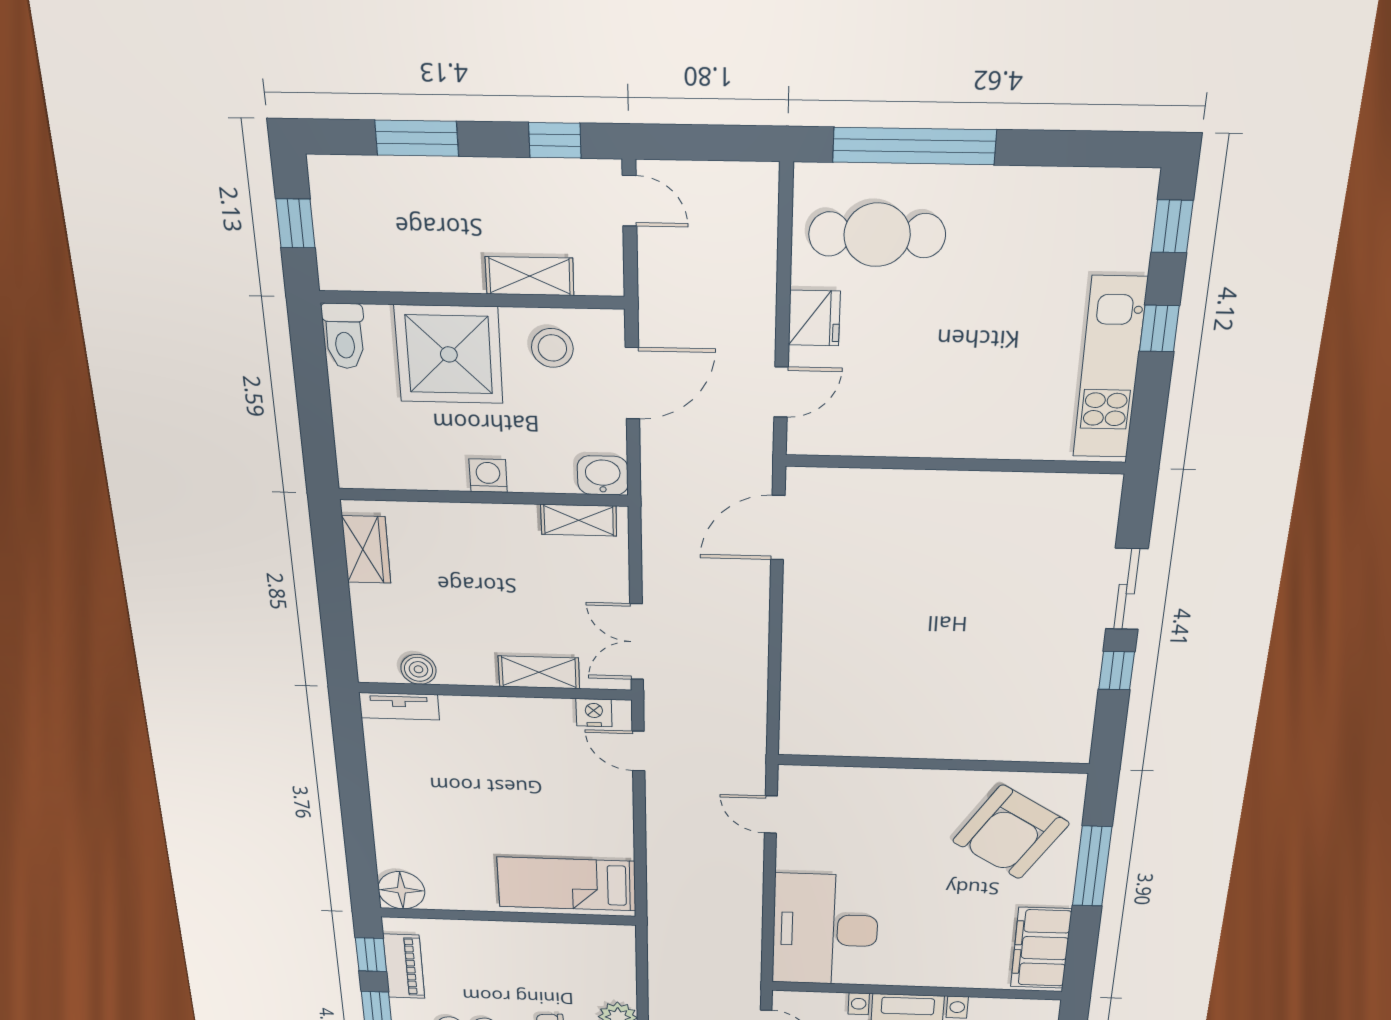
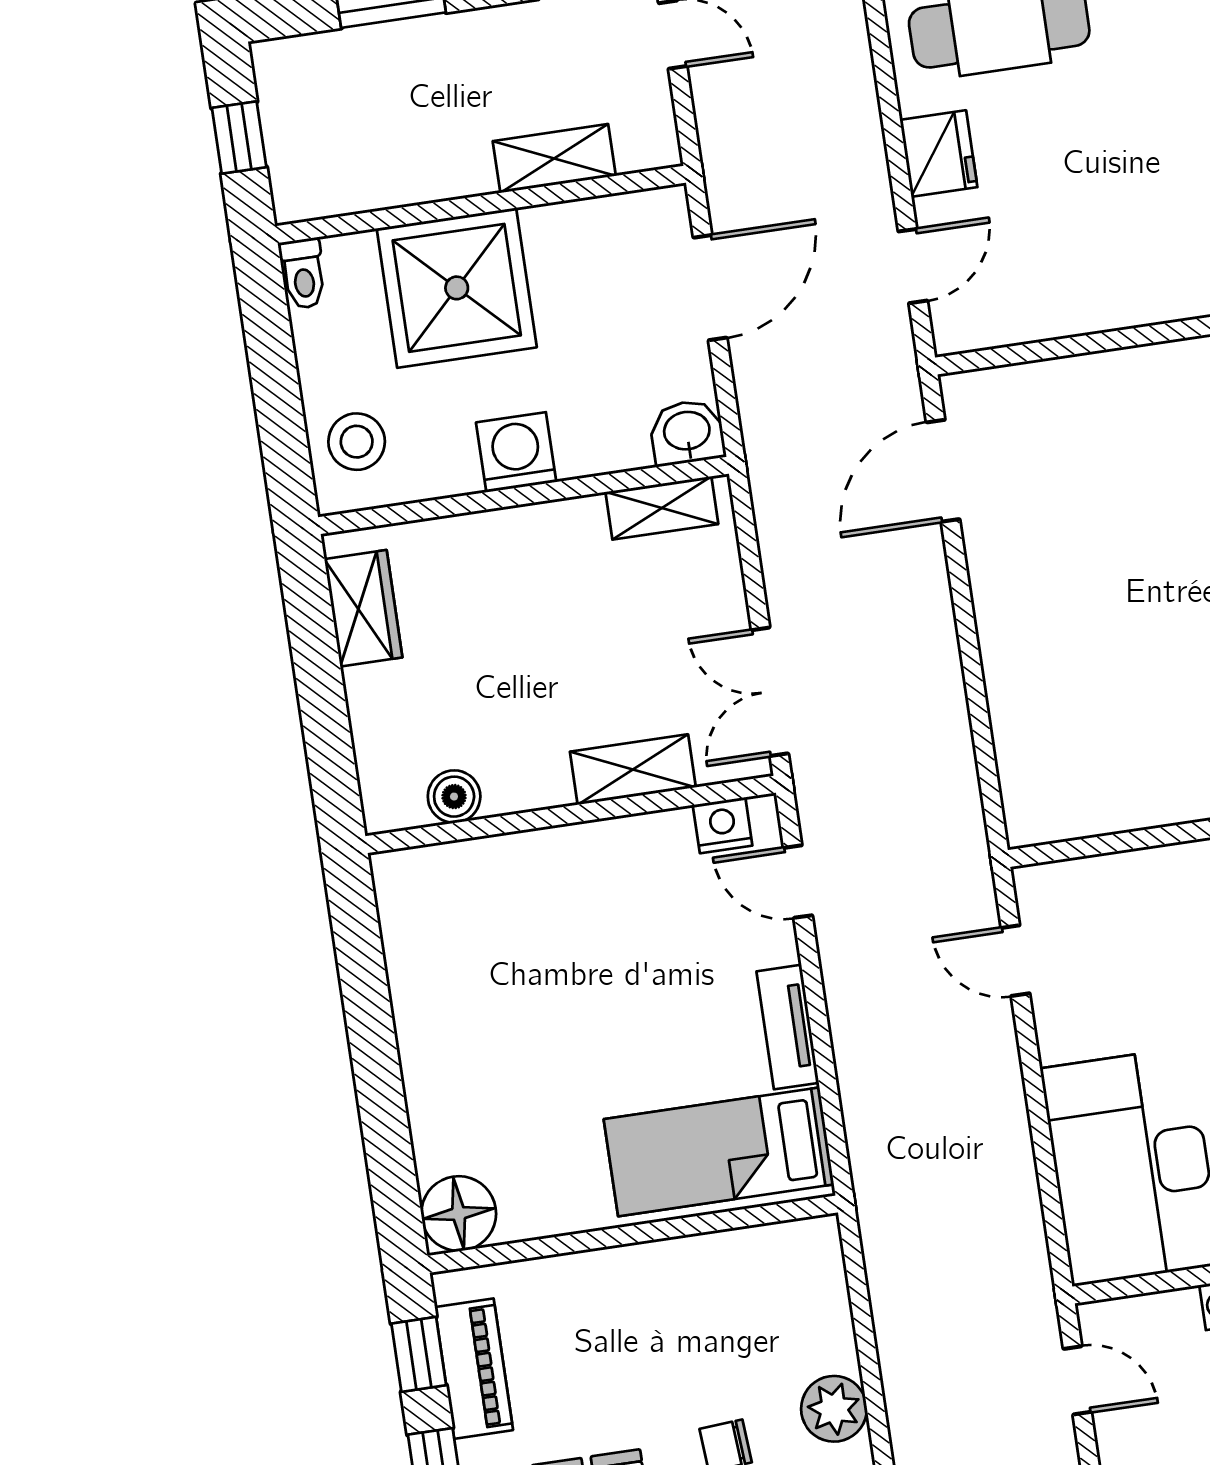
toilet: (344, 336) -> (303, 274), width x0.73, depth x0.72
stool: (552, 348) -> (357, 442), moved
washing machine: (488, 476) -> (516, 452), width x1.38, depth x1.38
tv unit: (399, 706) -> (788, 1027), moved, turned 90

